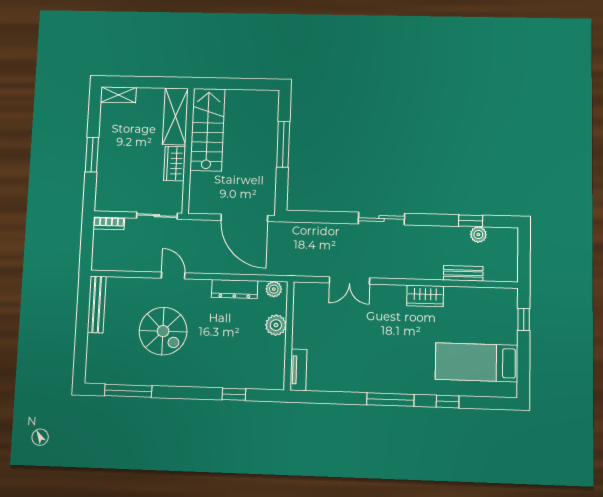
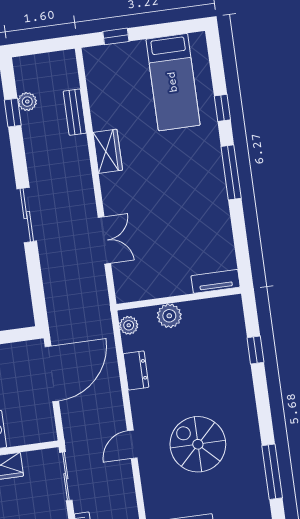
dresser: (235, 289) -> (136, 370), width x0.70
spiral stairs: (163, 331) -> (198, 444), turned -90

